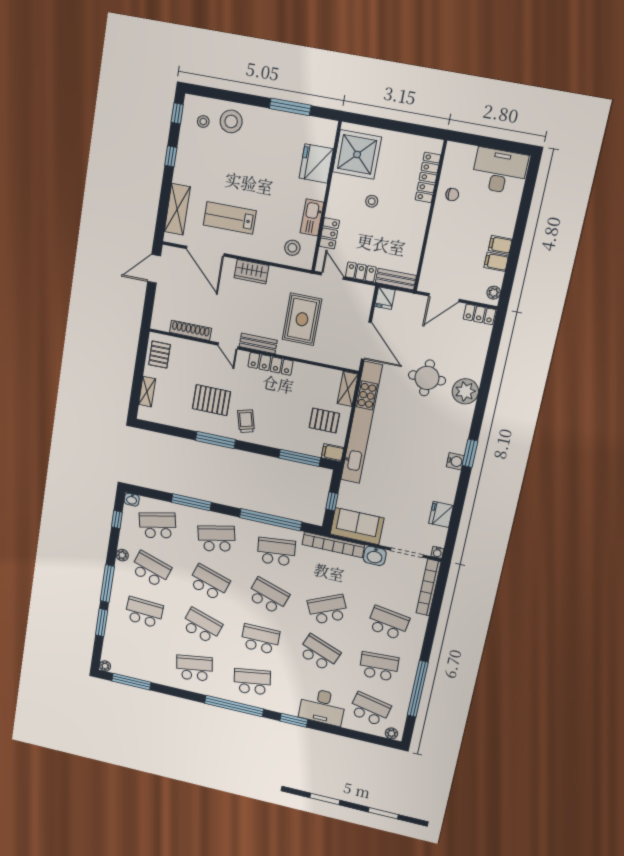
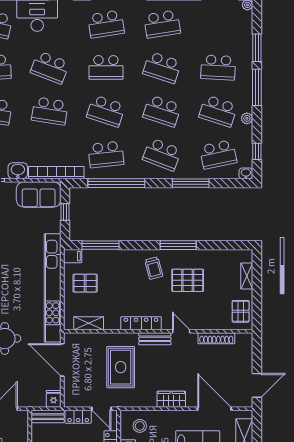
shelving: (348, 389) -> (89, 323), moved, turned 90
school desk: (217, 538) -> (162, 154), turned 33
school desk: (328, 609) -> (50, 111), turned 33

